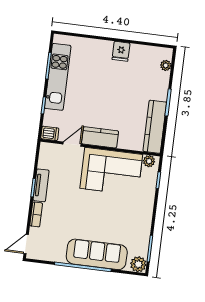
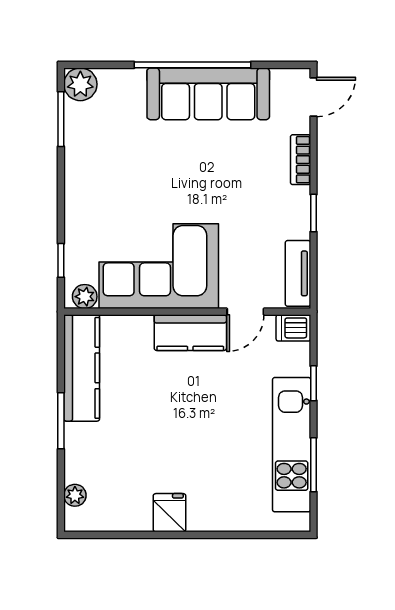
tv unit: (41, 185) -> (298, 273), moved
sofa: (97, 254) -> (208, 94), moved

